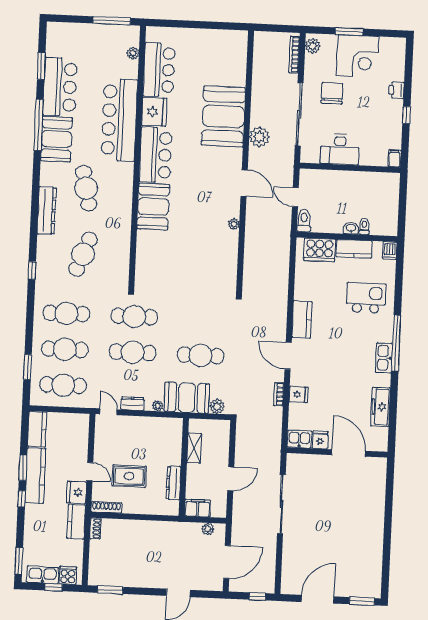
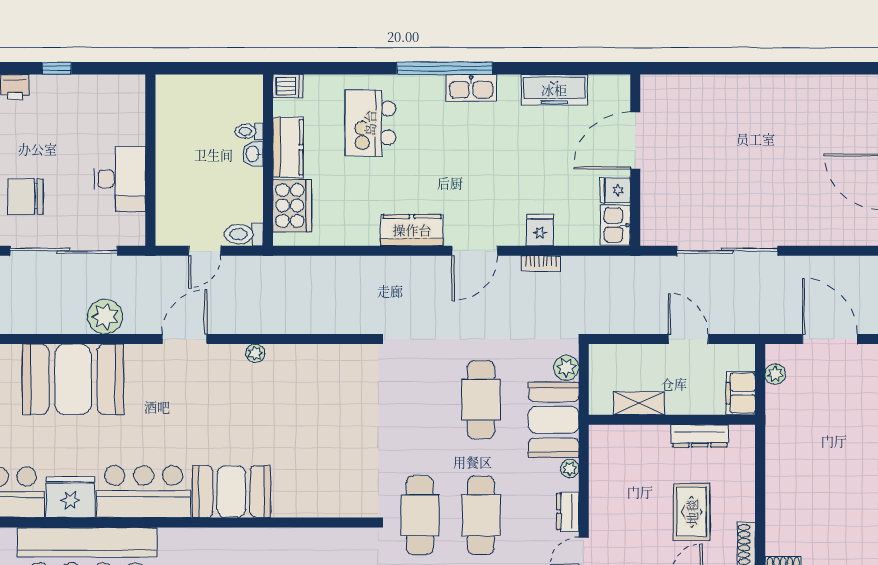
filing cabinet: (395, 158) -> (131, 85), removed

